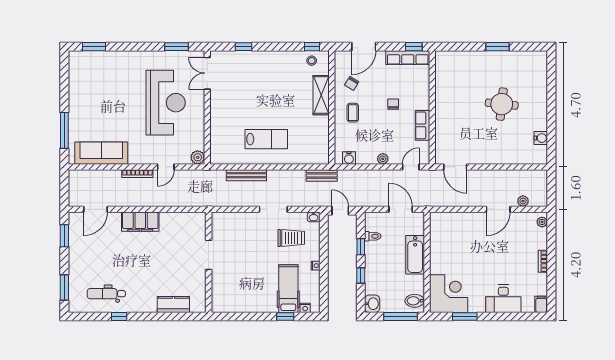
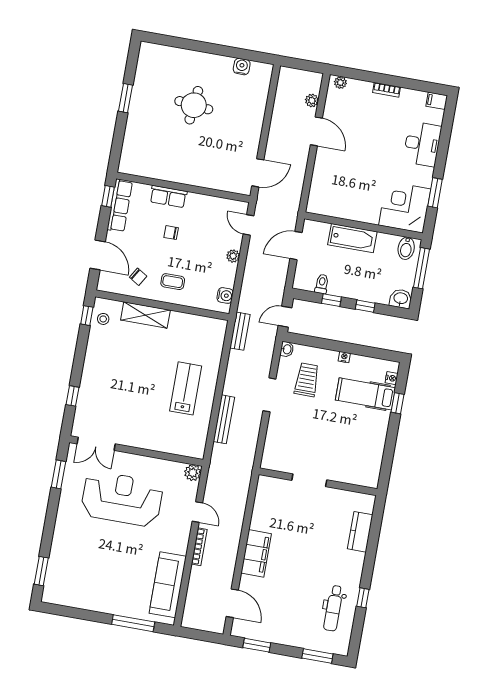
row of seats: (422, 125) -> (168, 197), moved

